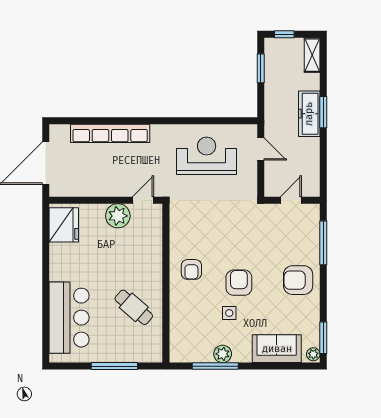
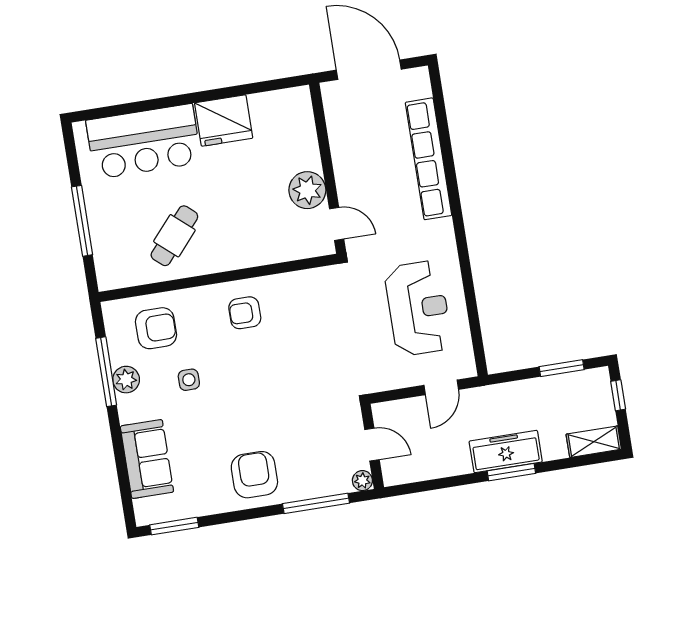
fridge: (64, 225) -> (224, 121), moved
armchair: (239, 283) -> (156, 328), moved
plant: (313, 354) -> (362, 481), moved

